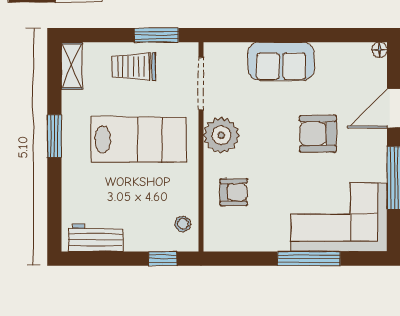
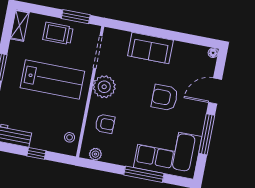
plant: (228, 242) -> (95, 154), added
window: (163, 259) -> (36, 153), moved

